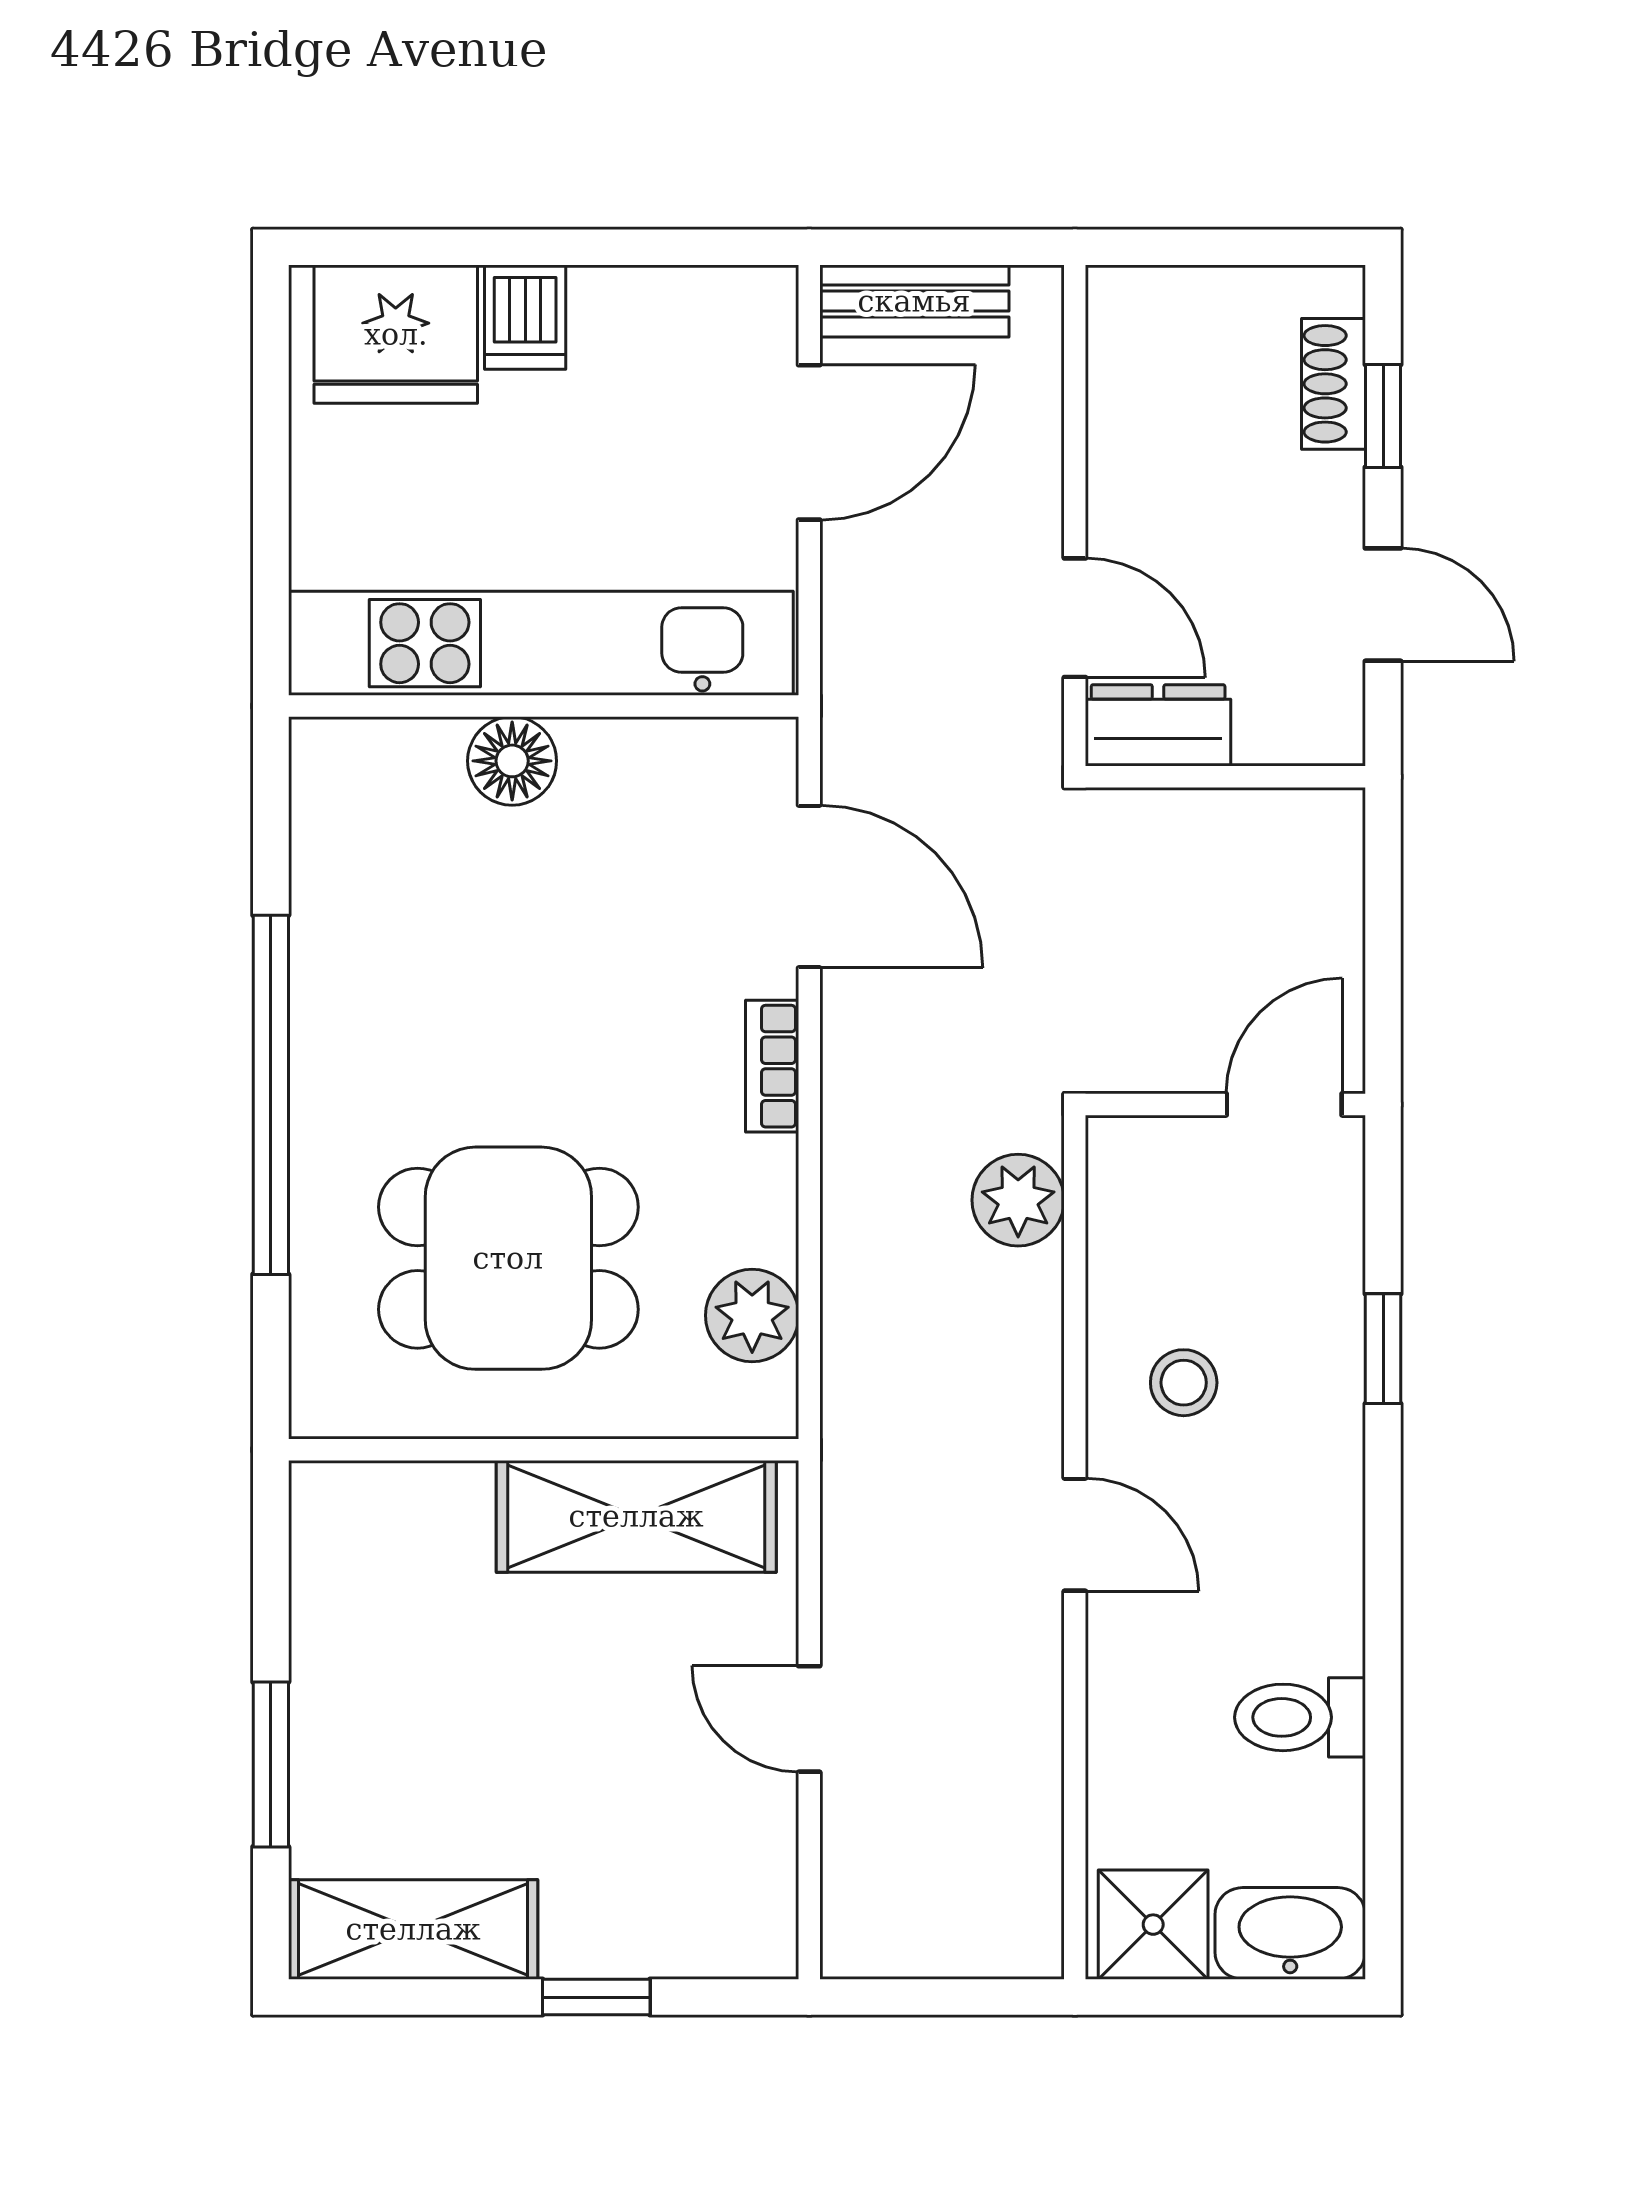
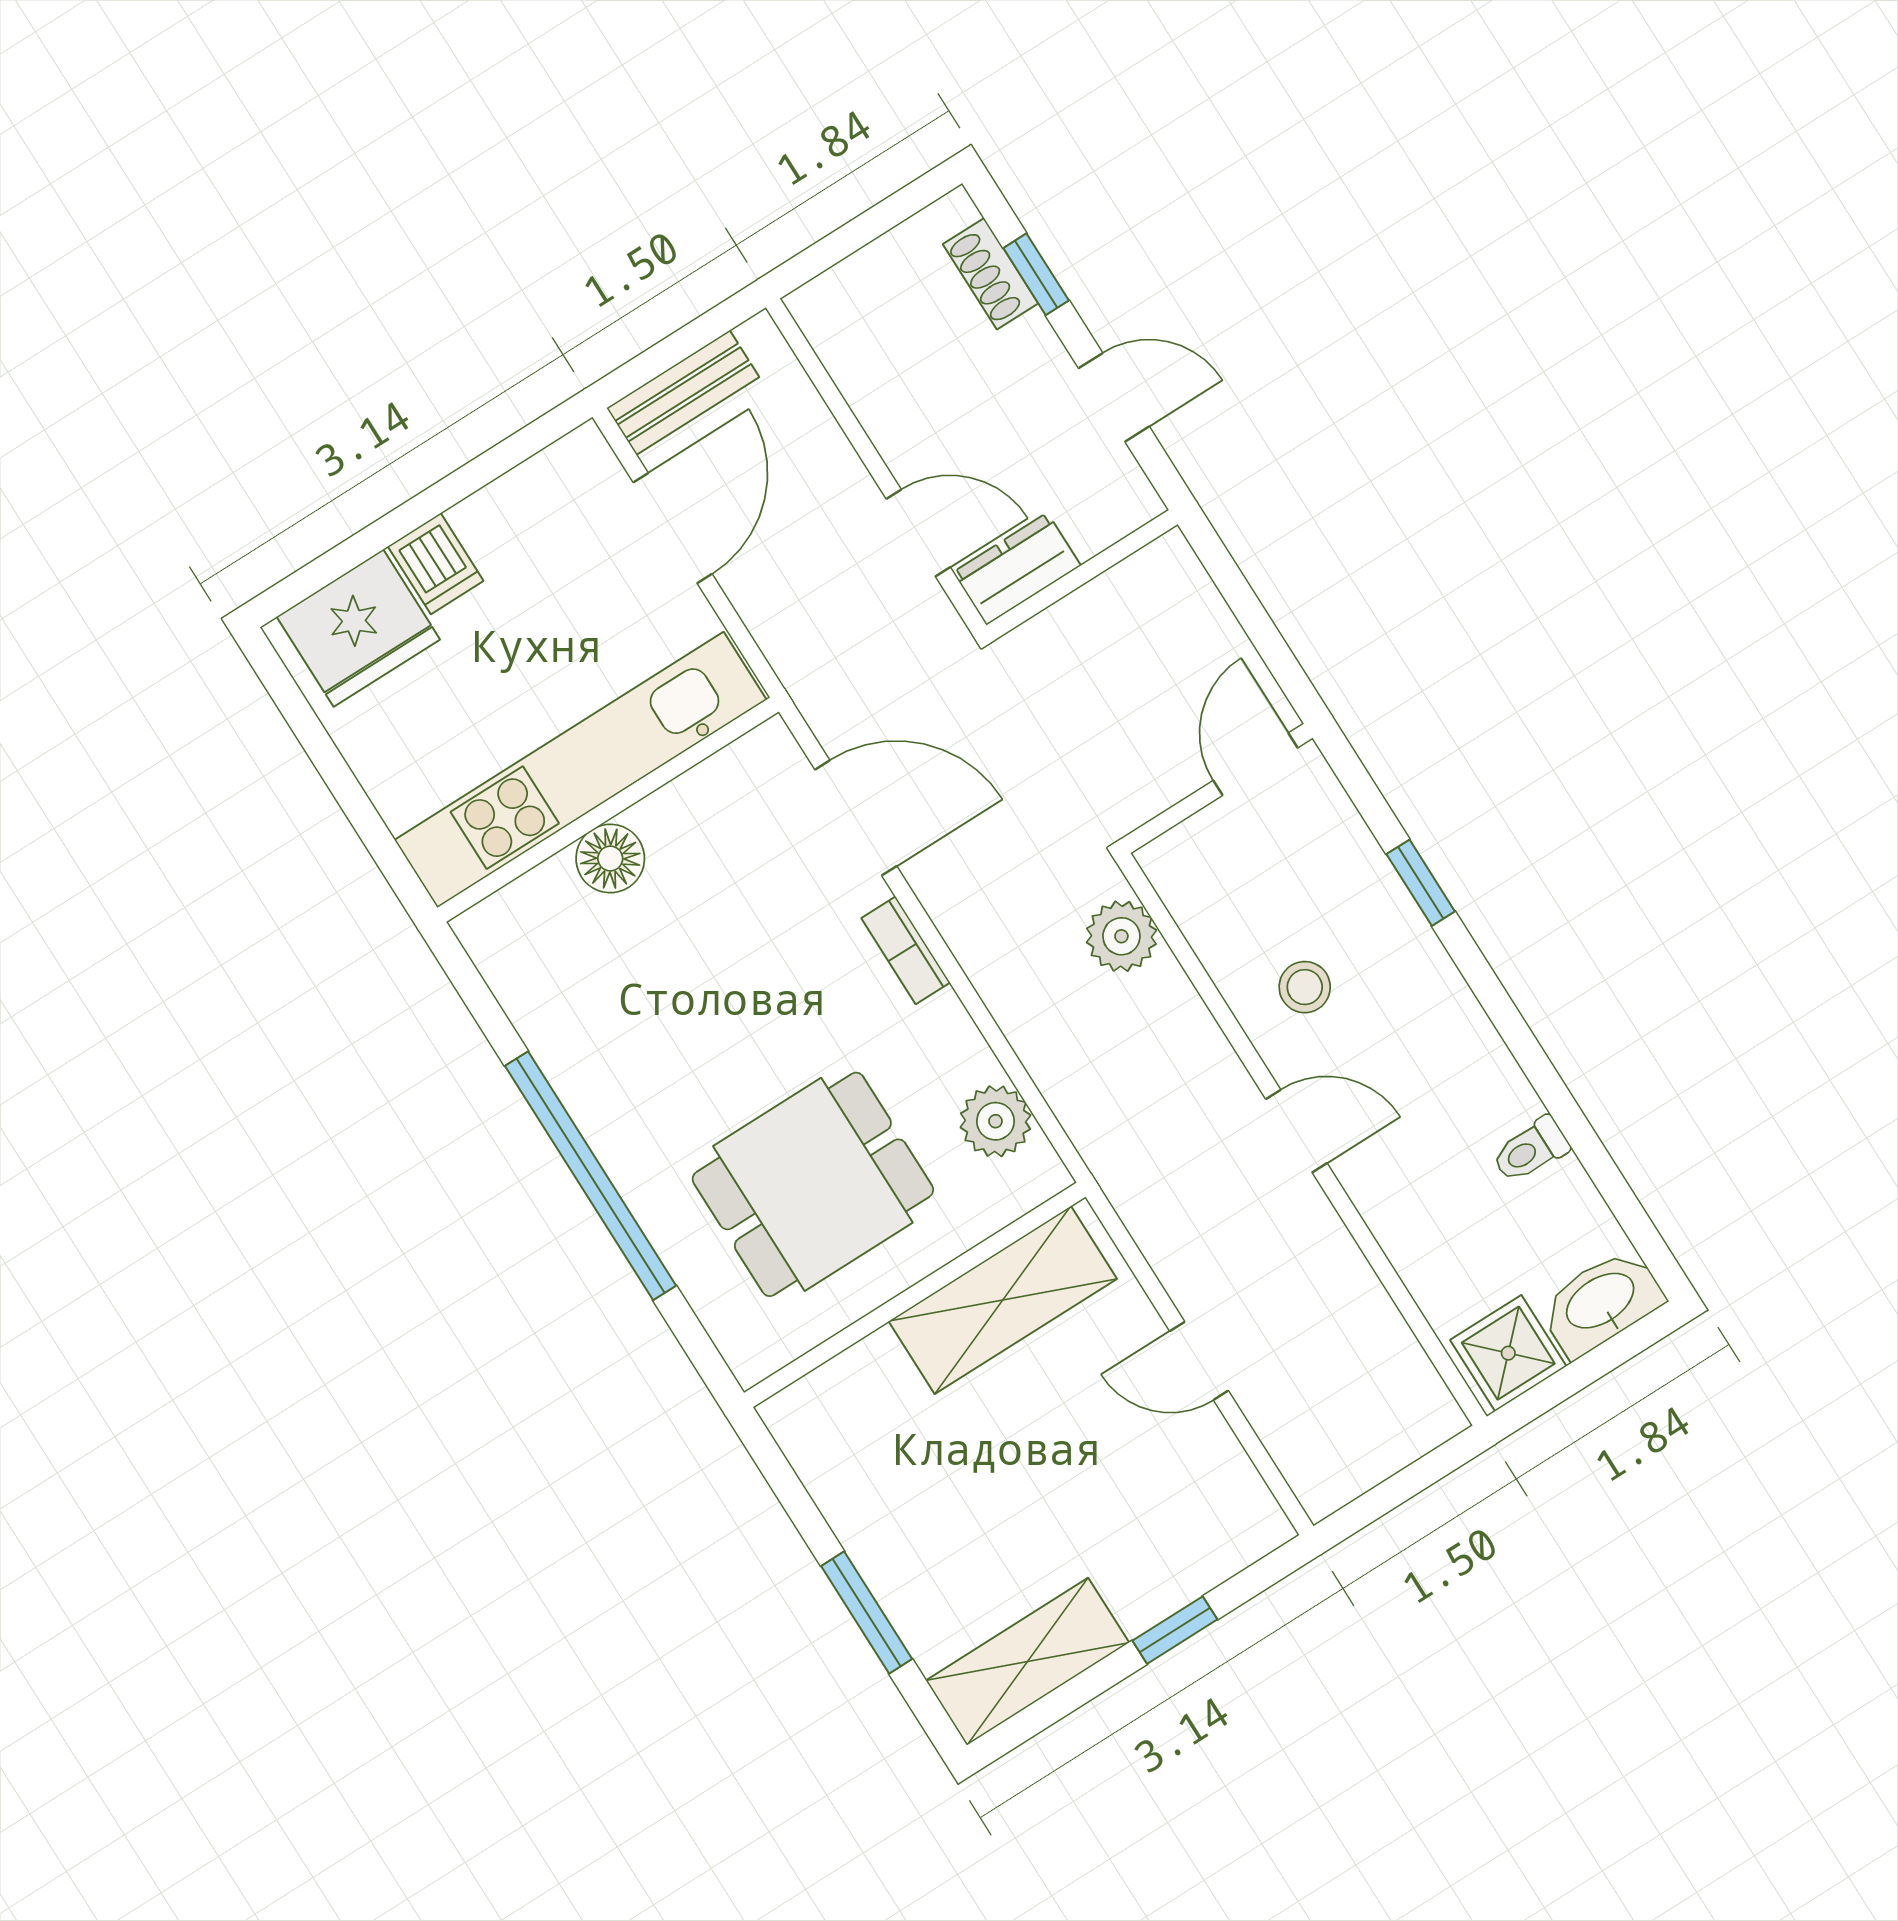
toilet: (1300, 1717) -> (1530, 1150), width x0.73, depth x0.72

